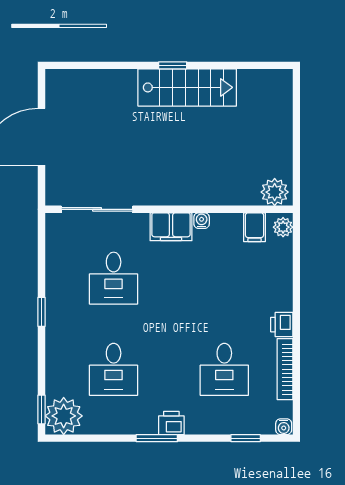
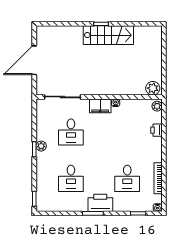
filing cabinet: (254, 227) -> (143, 106), removed
printer: (282, 325) -> (156, 130), moved
plant: (64, 416) -> (41, 146), moved, width x0.53, depth x0.53
printer: (171, 423) -> (100, 203), width x1.87, depth x1.48

